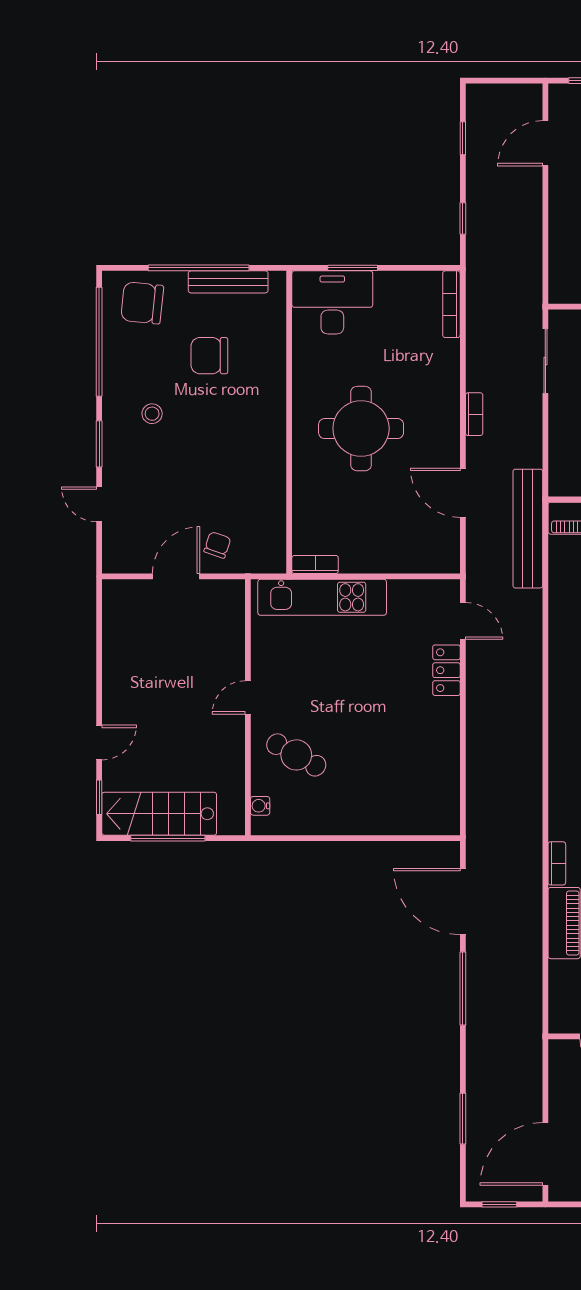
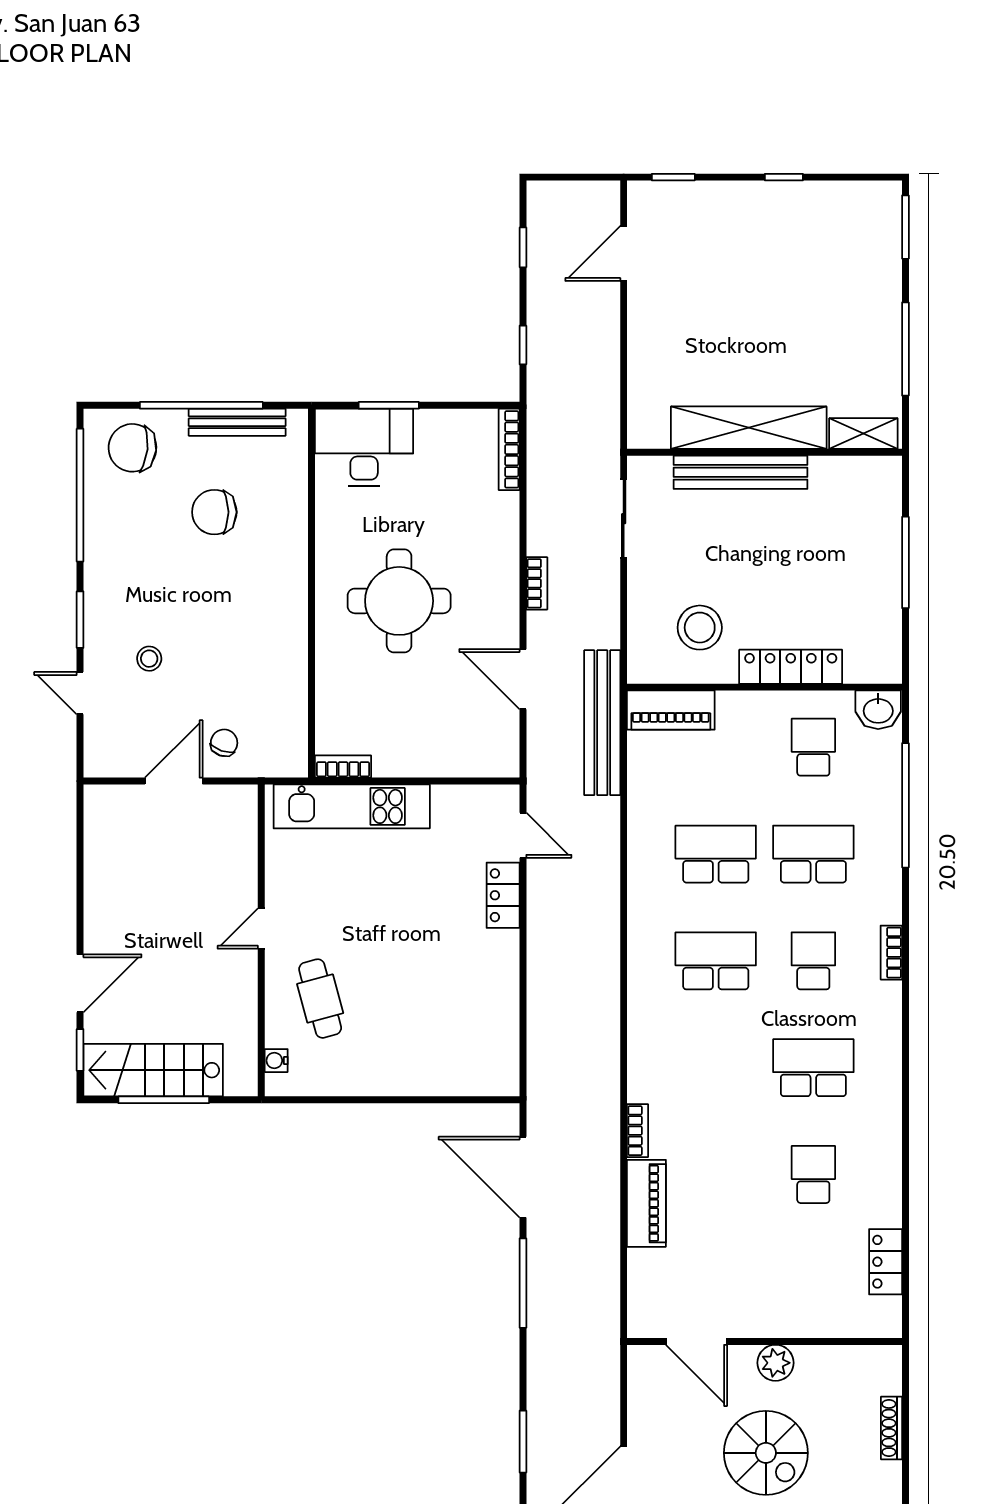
stool: (152, 414) -> (149, 659), moved
door: (99, 742) -> (80, 983), width x1.38
cafe table: (296, 755) -> (320, 999), turned 46

